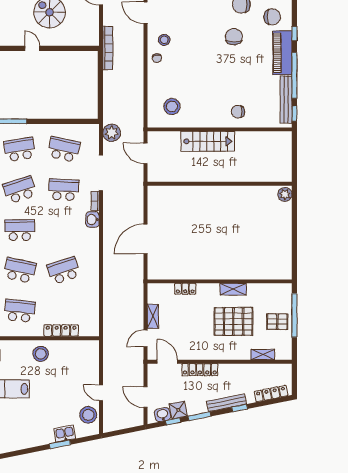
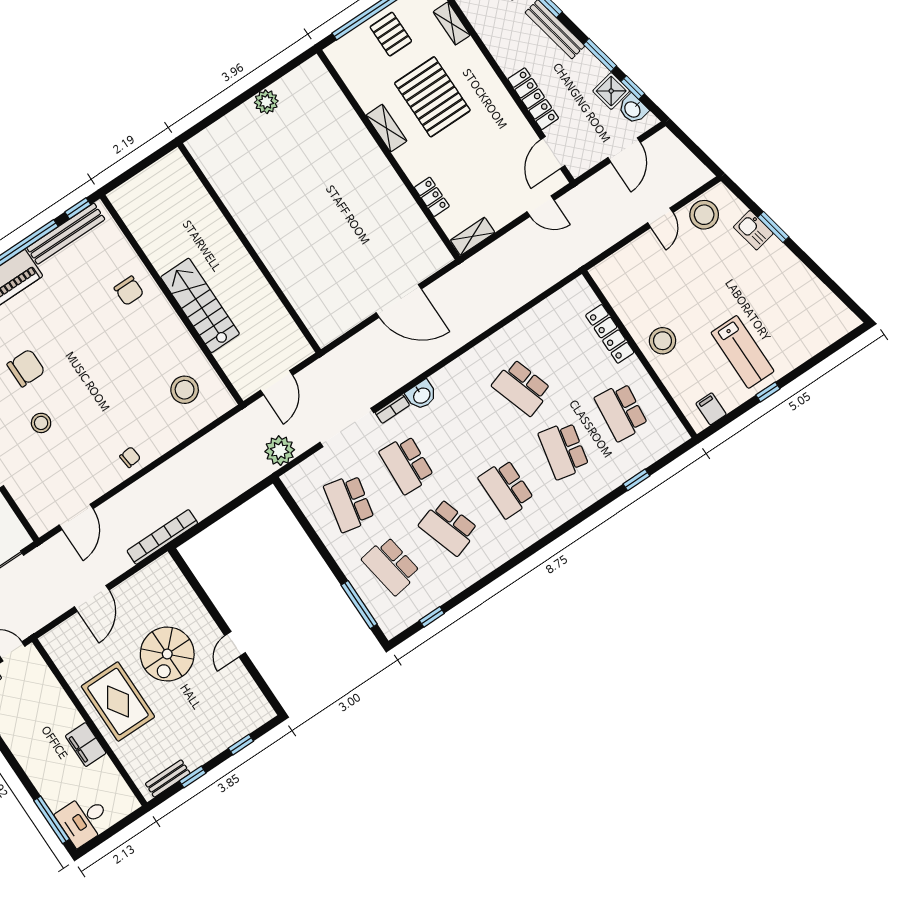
chair: (234, 37) -> (26, 368), turned 180
stool: (164, 40) -> (41, 423), moved
plant: (285, 194) -> (266, 102), moved
shelving: (153, 316) -> (473, 236), moved

